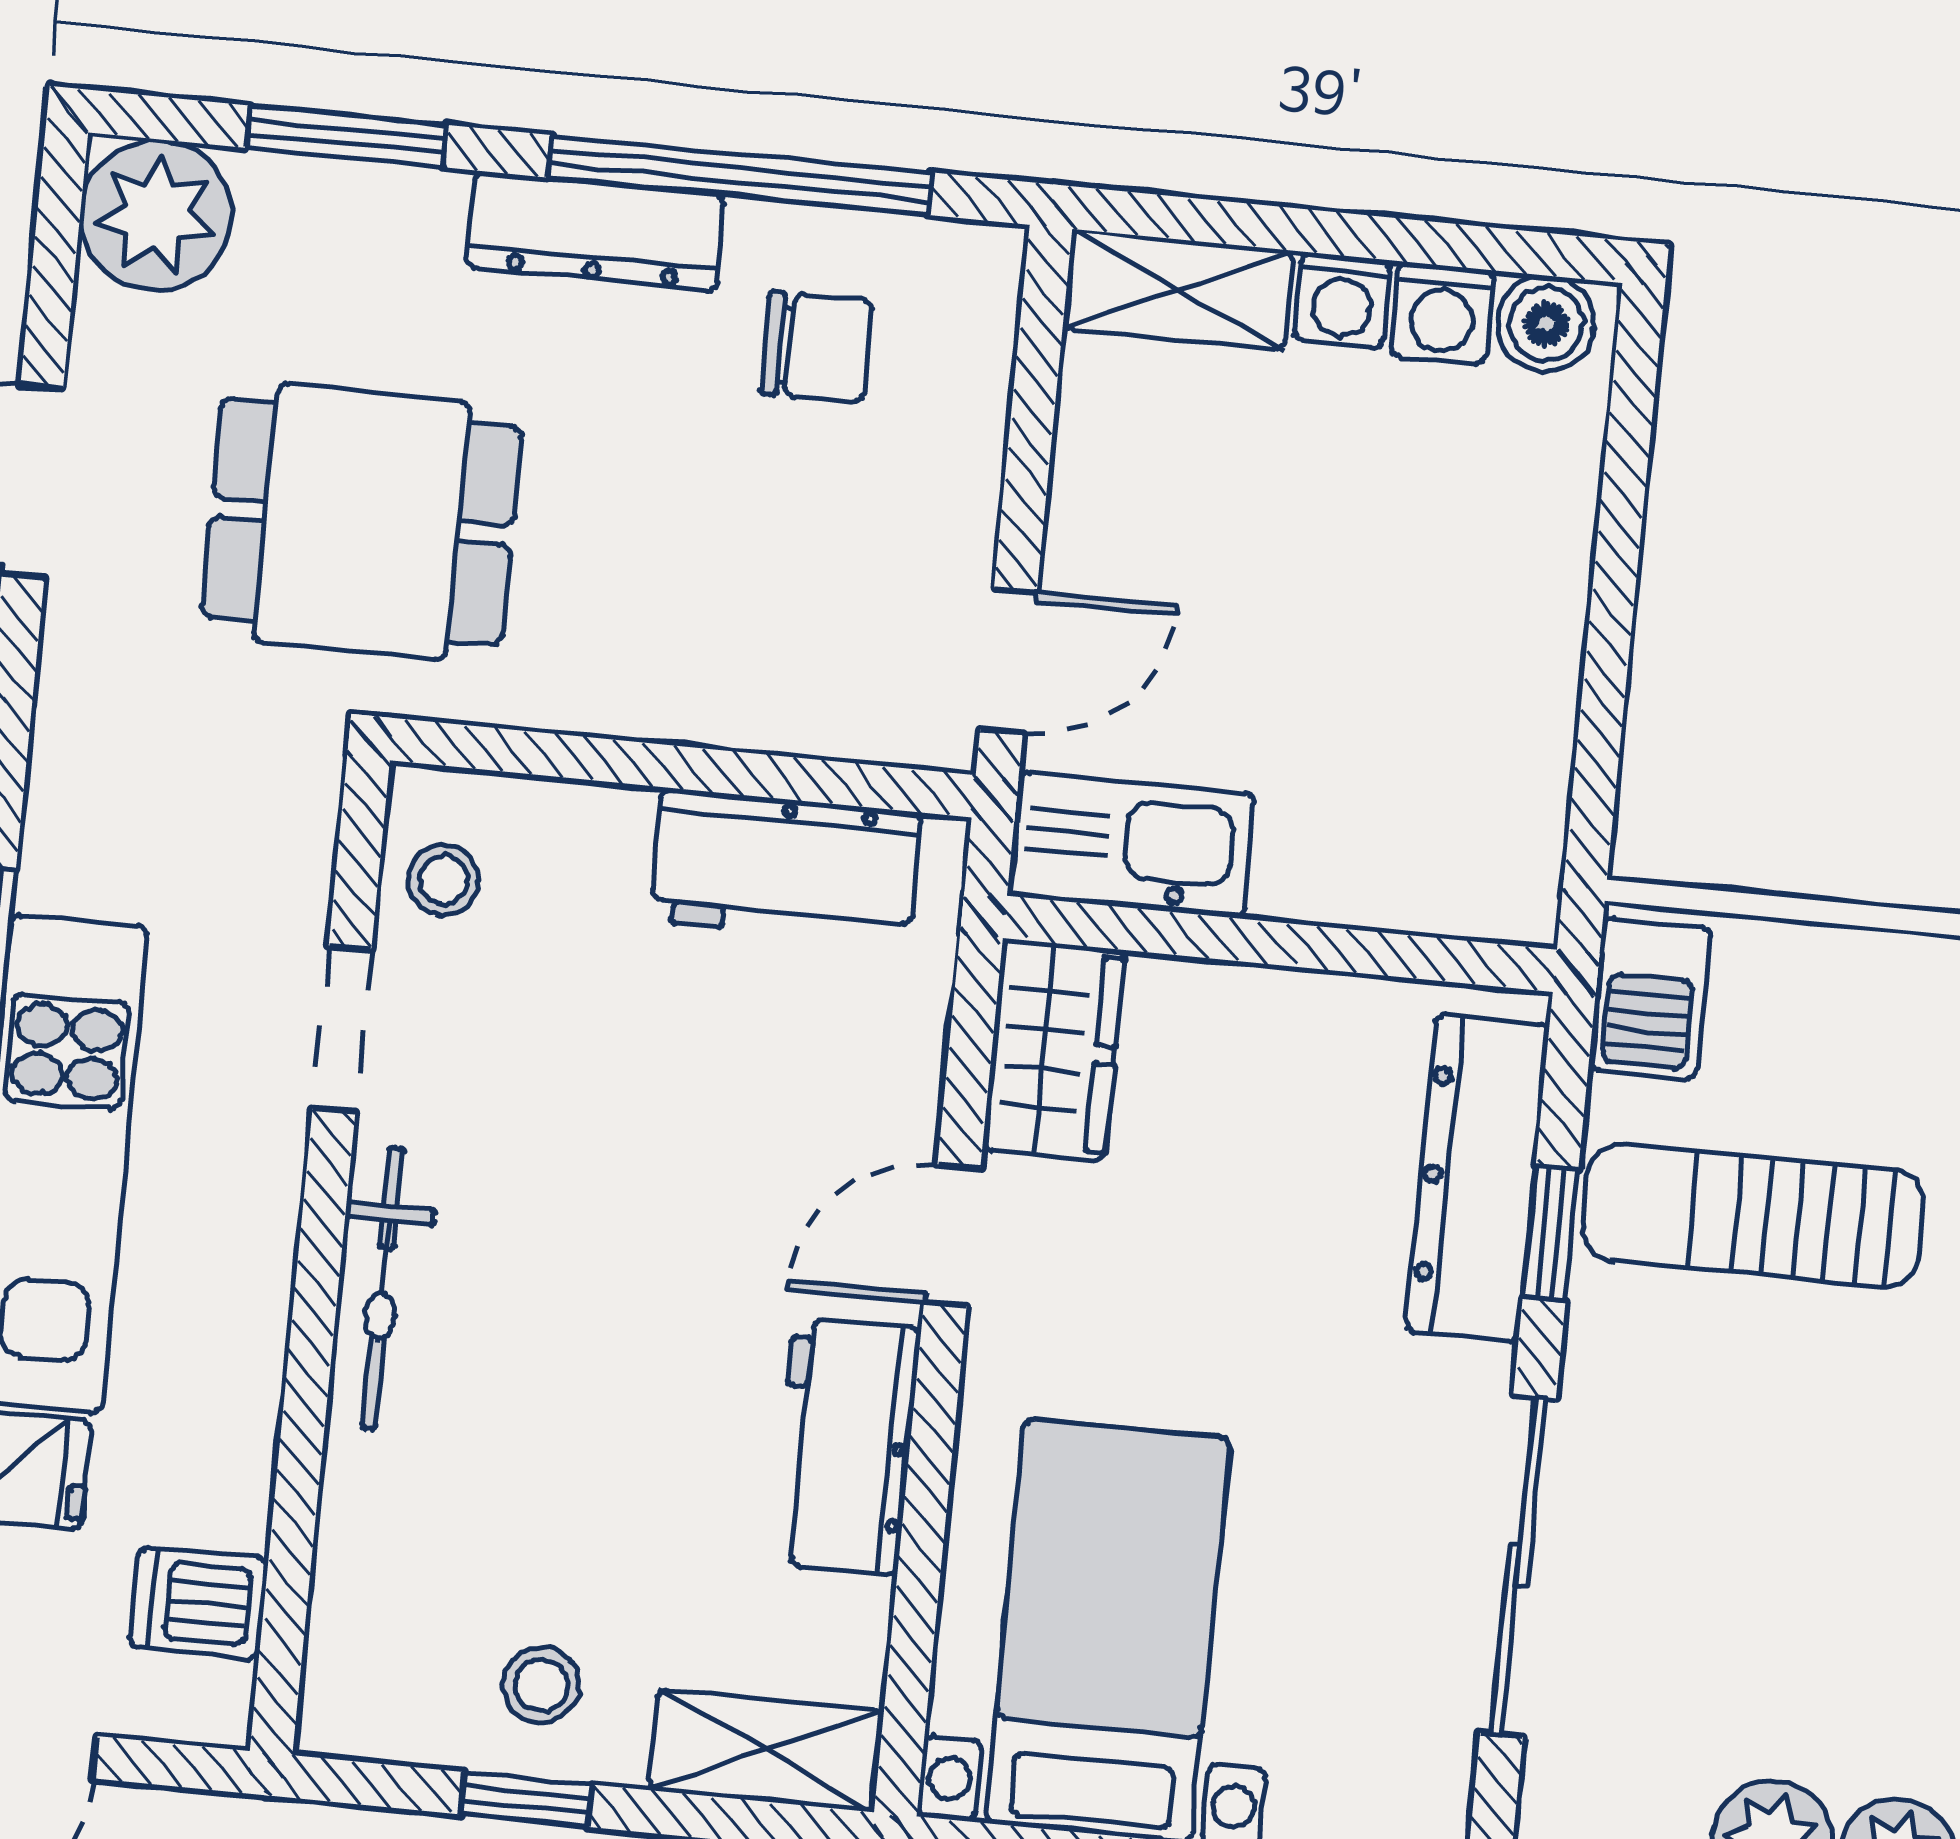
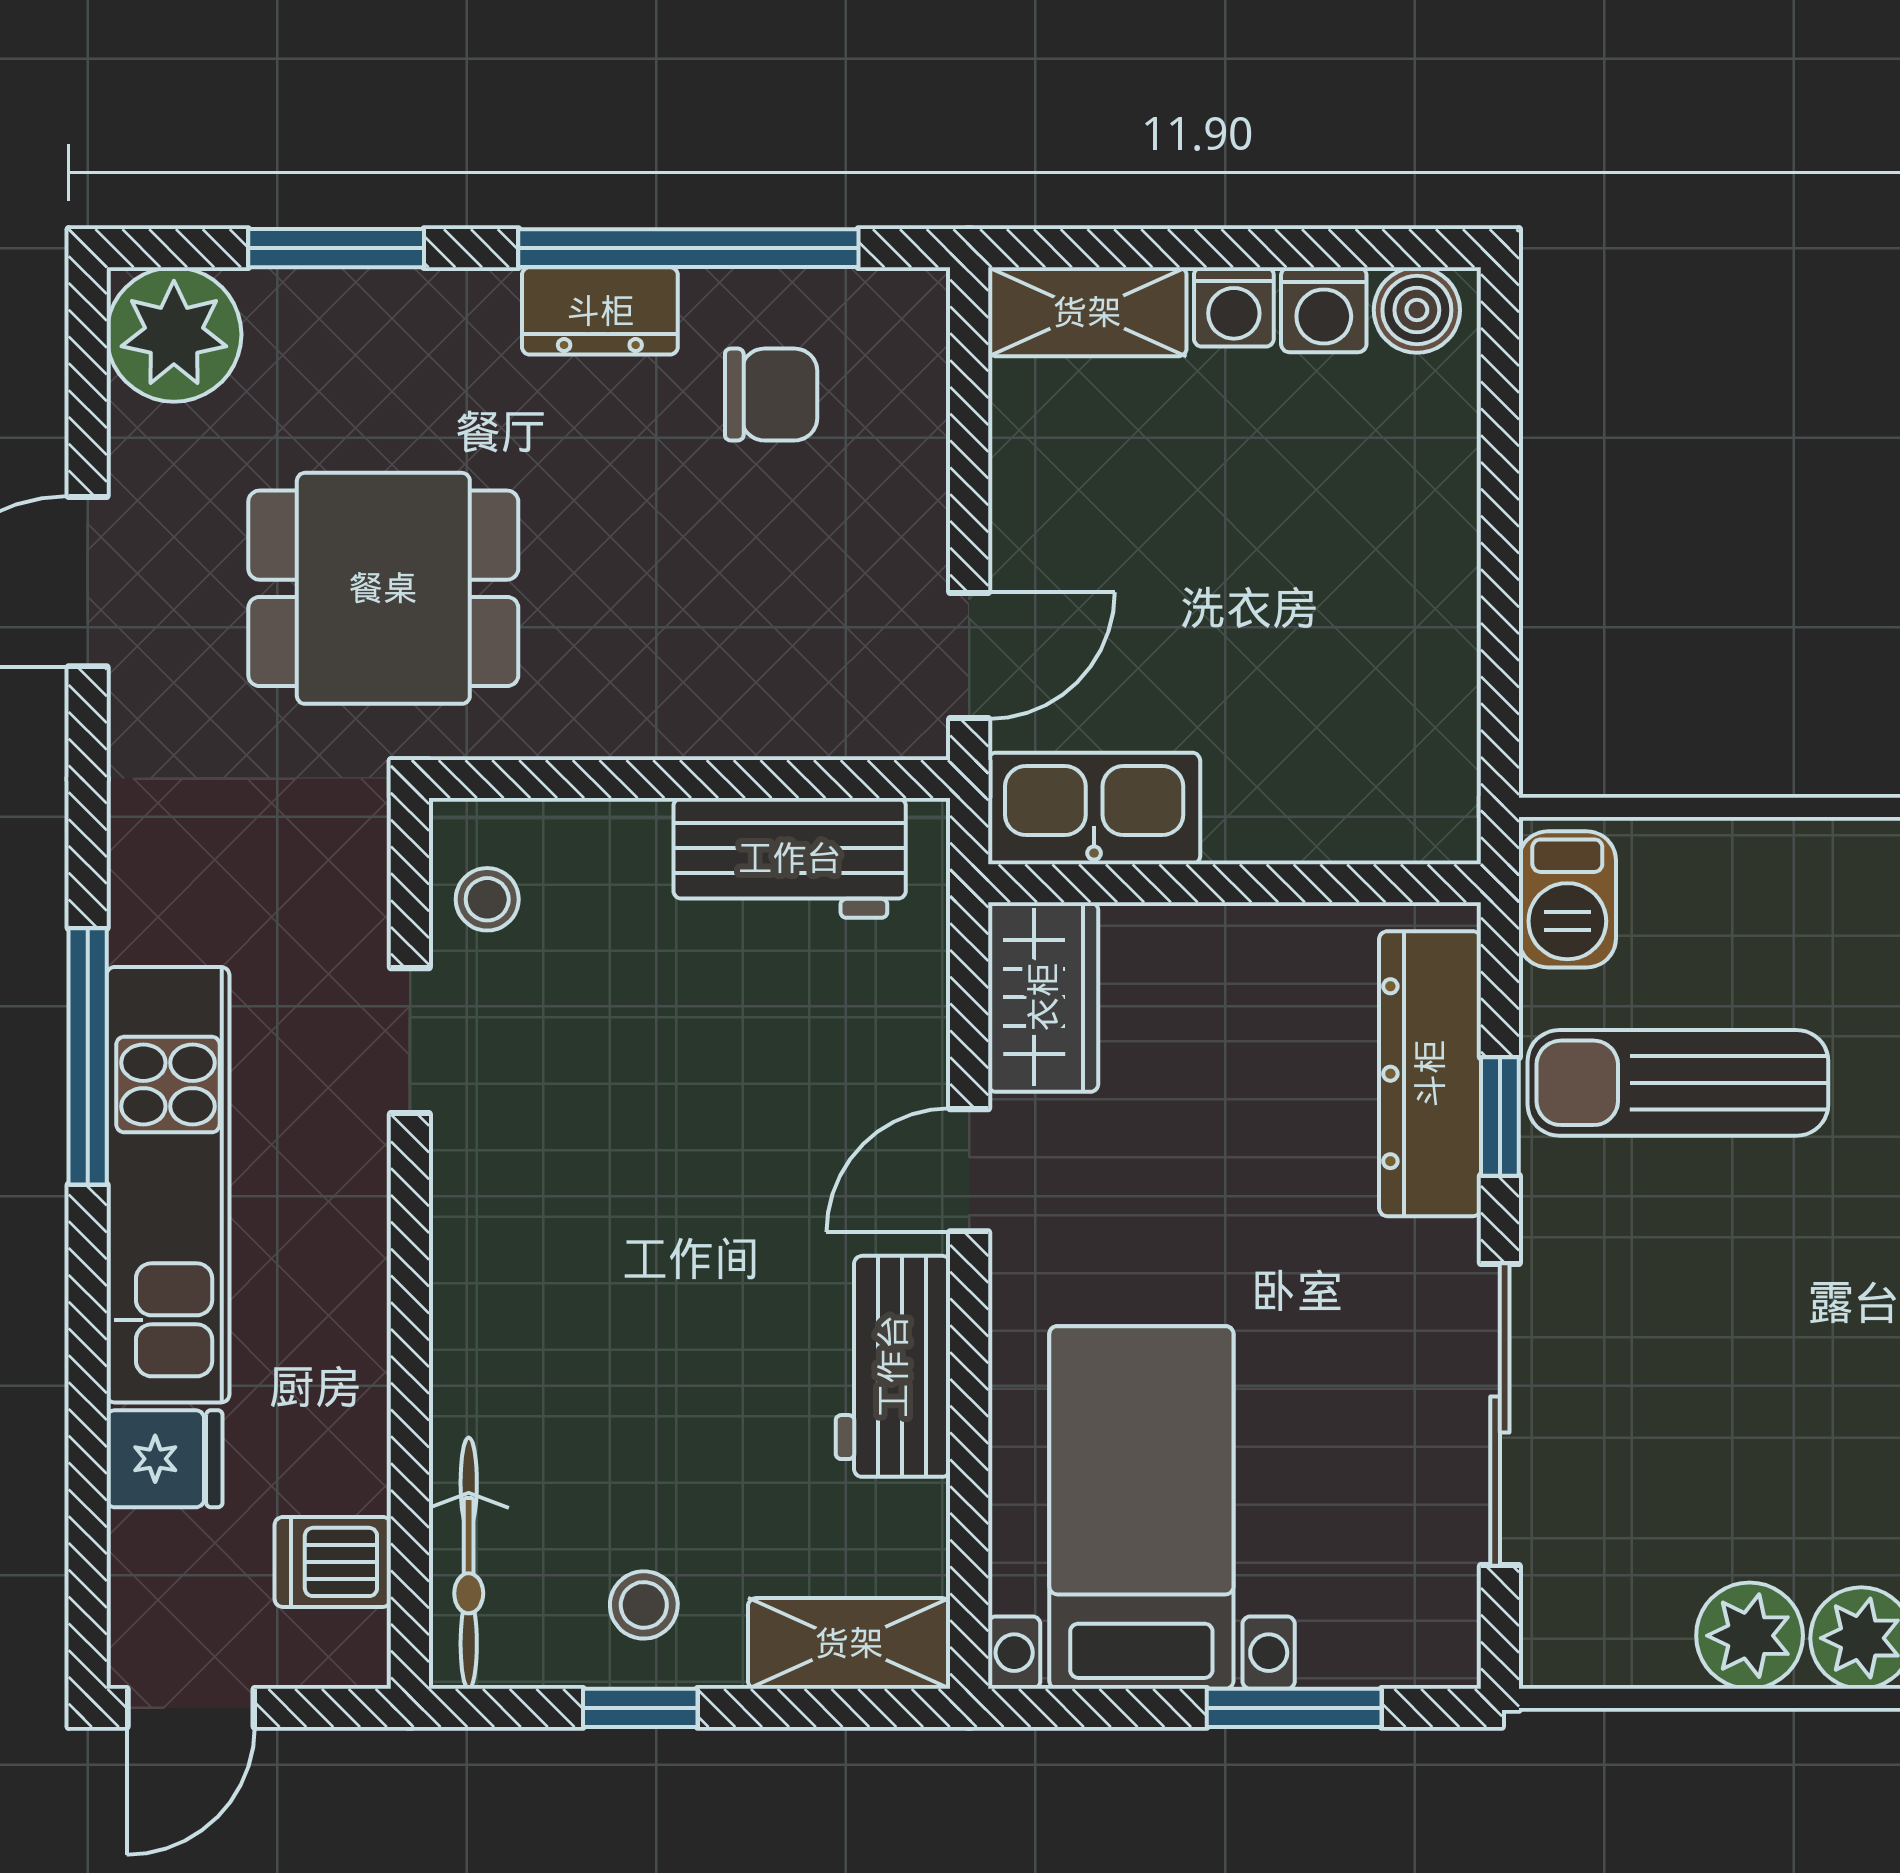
dresser: (596, 232) -> (600, 311), width x0.70
bicycle: (383, 1288) -> (469, 1563), moved

